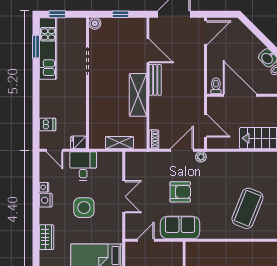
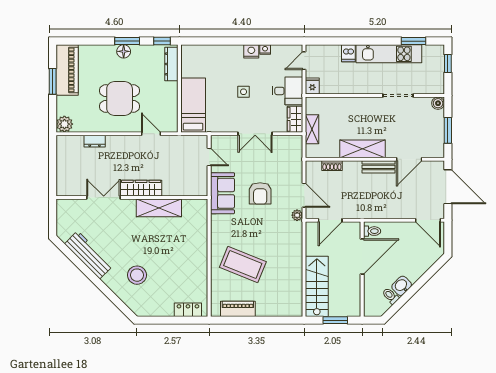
window: (121, 14) -> (448, 130), width x1.50
kitchen unit: (48, 48) -> (389, 54), moved
dishwasher: (47, 124) -> (348, 53), moved
shoe rack: (154, 139) -> (332, 166), moved
side table: (84, 208) -> (244, 92), width x0.54, depth x0.54
wardrobe: (47, 237) -> (295, 119), moved, turned 90

